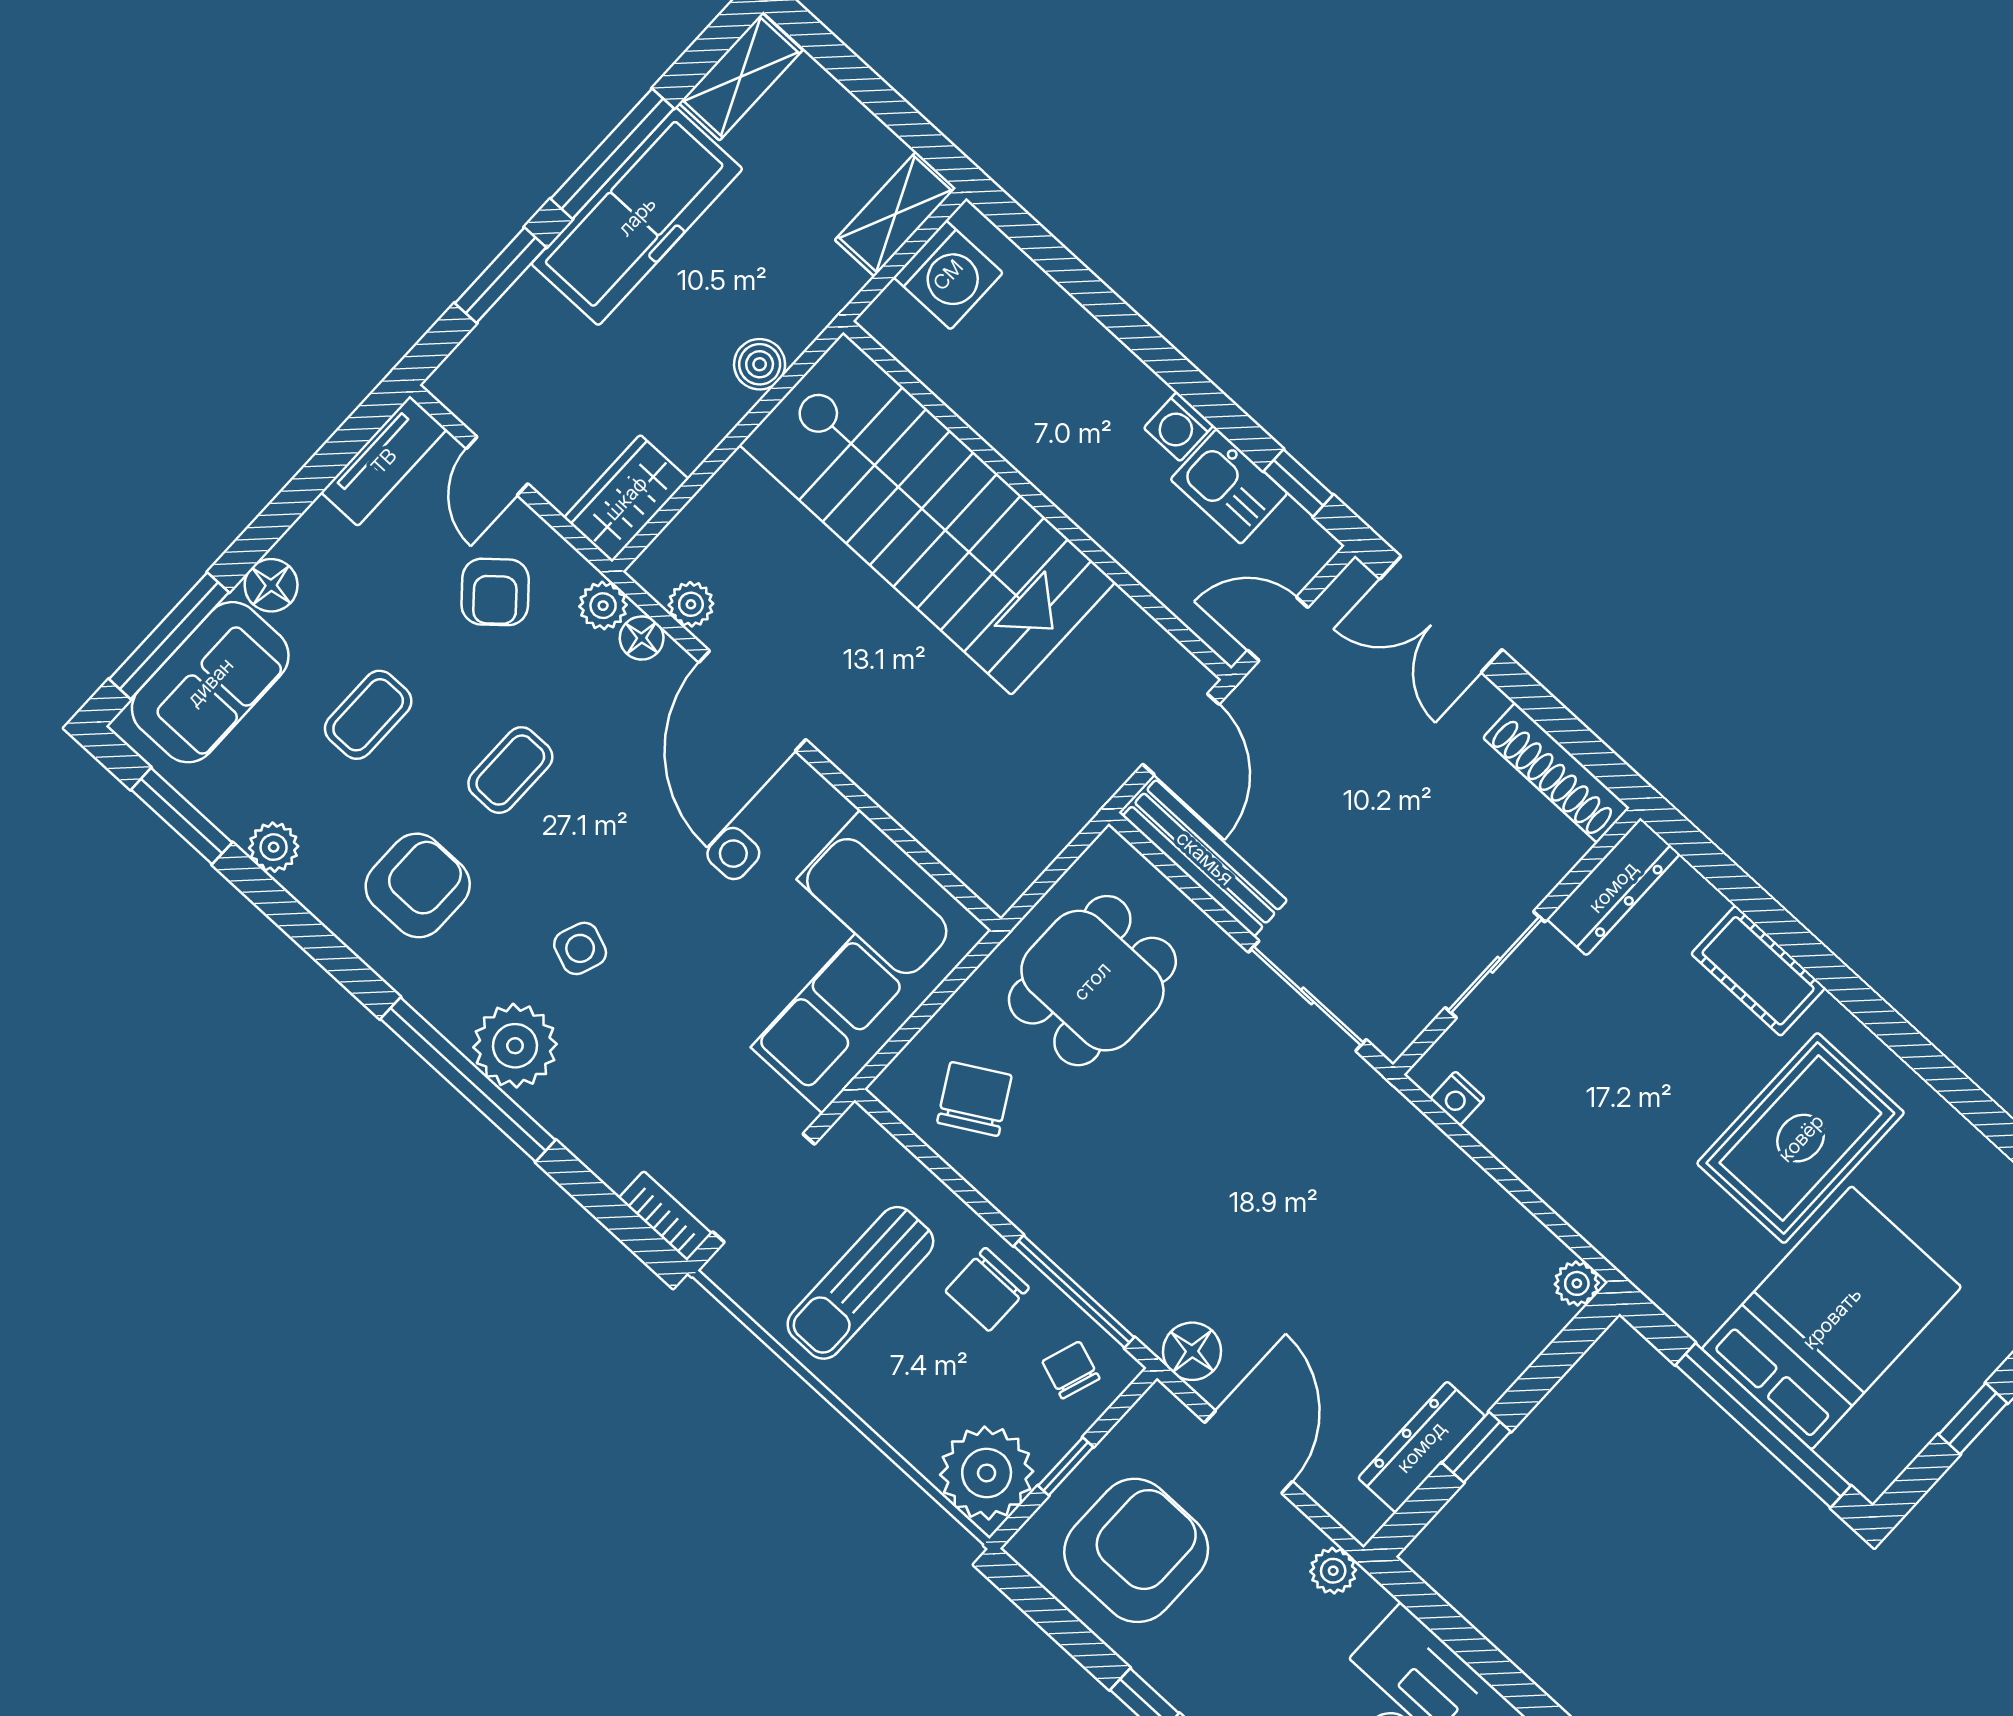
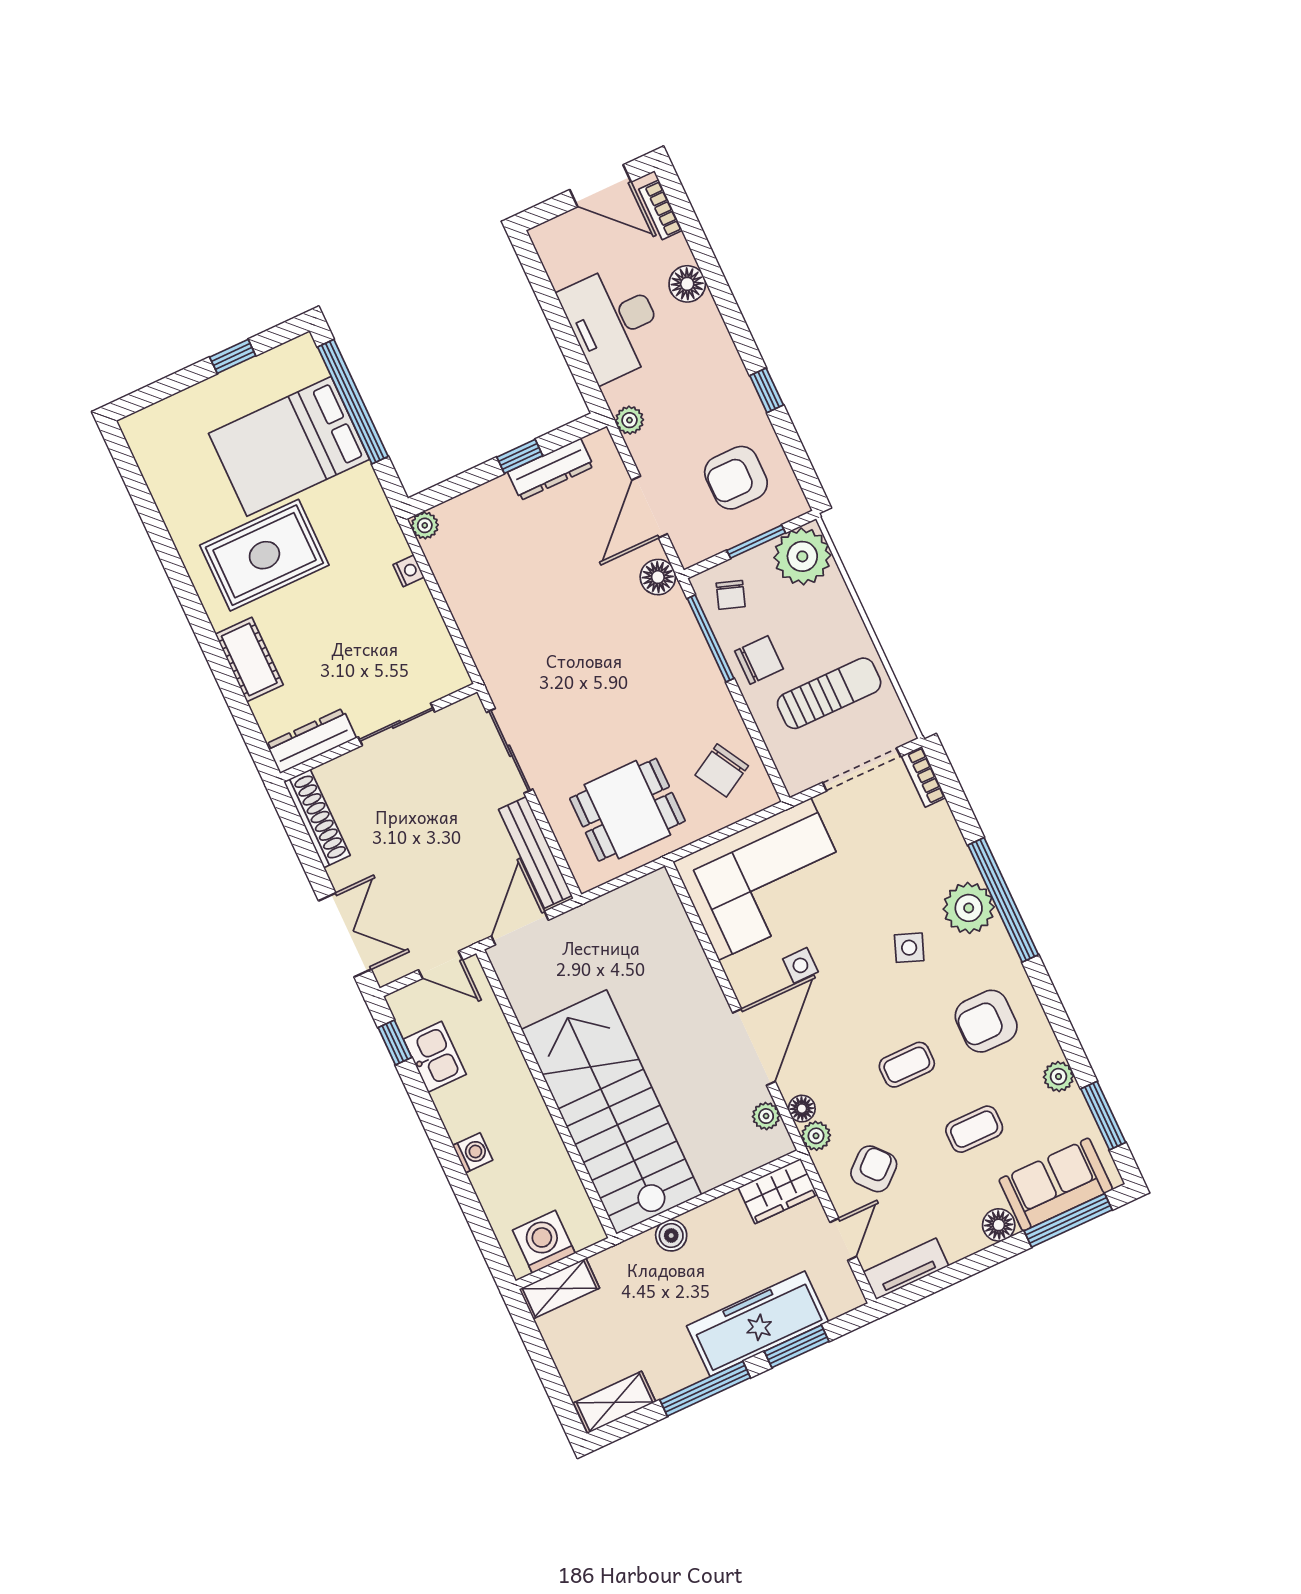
freezer: (637, 216) -> (758, 1324), moved
washing machine: (1179, 427) -> (473, 1153), moved
nightstand: (1457, 1098) -> (409, 571), moved
window: (1066, 1466) -> (756, 542), width x1.50
armchair: (1136, 1550) -> (736, 478), width x0.73, depth x0.73

